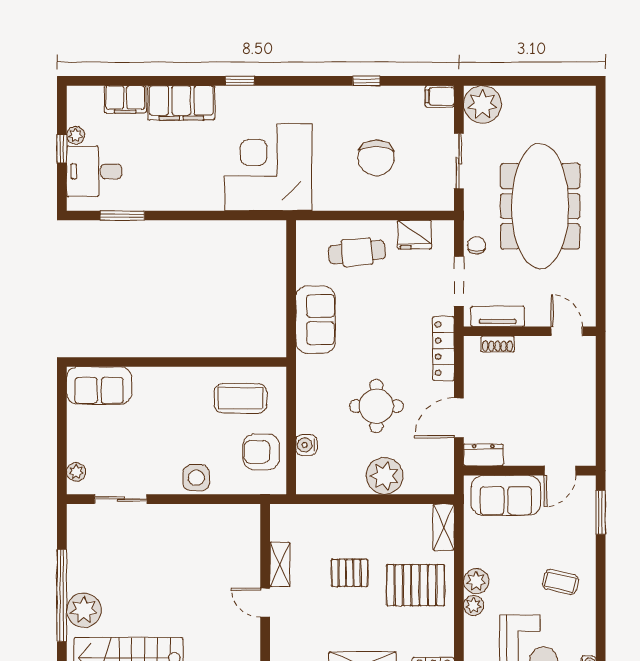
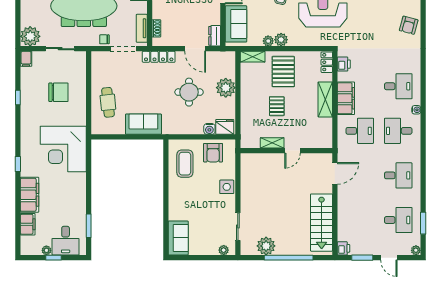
fridge: (414, 235) -> (225, 127), moved, turned -90
plant: (474, 606) -> (268, 41), moved
plant: (84, 610) -> (266, 246), moved

